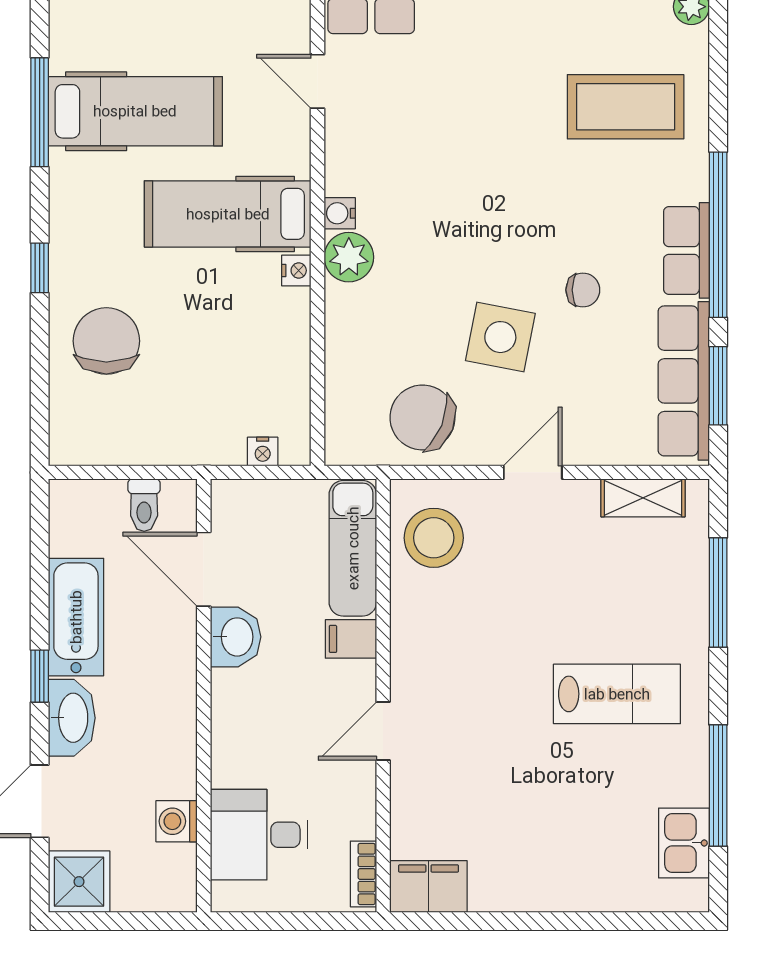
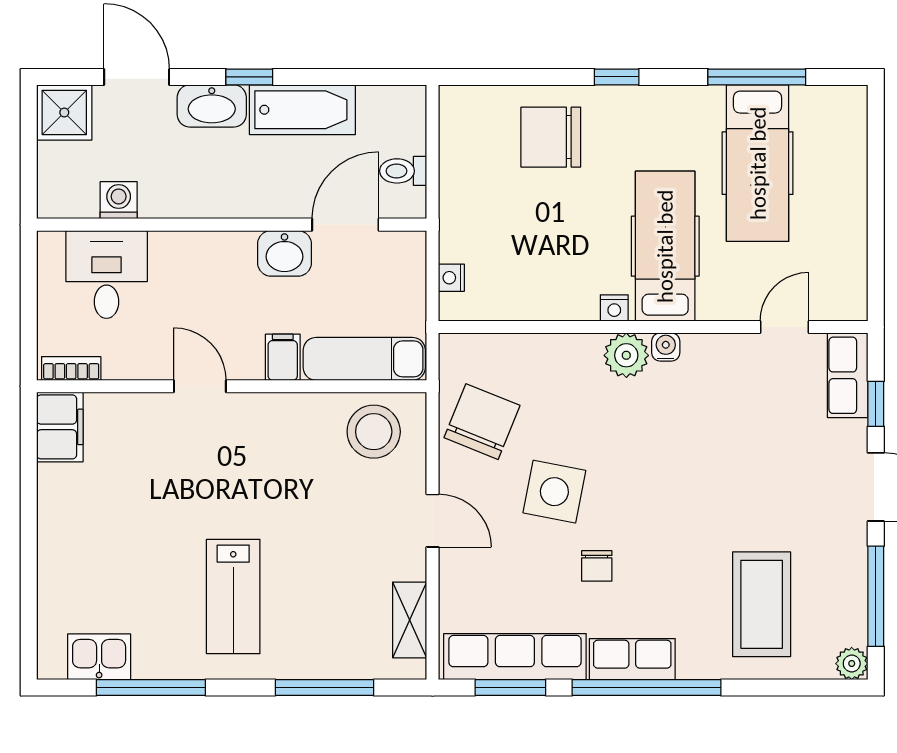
chair: (106, 341) -> (551, 137), turned 180

